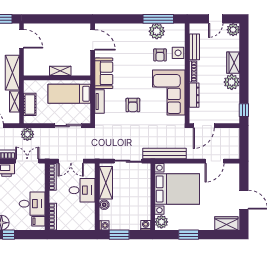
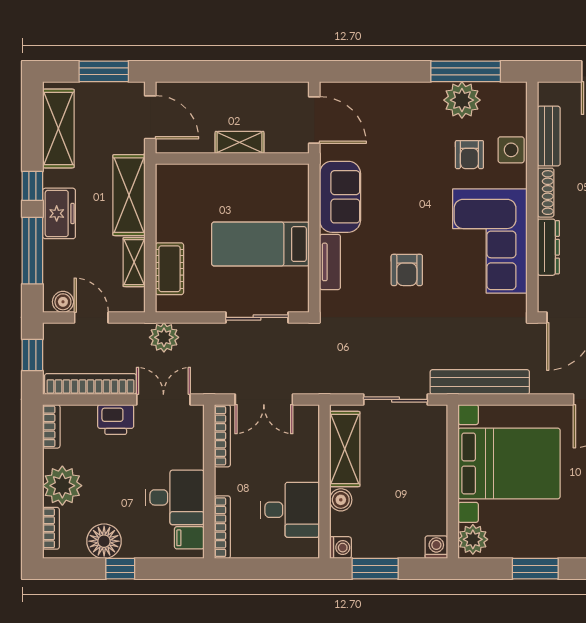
shelving: (60, 71) -> (240, 142), moved
wall: (57, 78) -> (232, 159), moved
desk: (82, 190) -> (290, 510), moved

